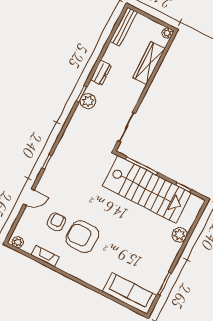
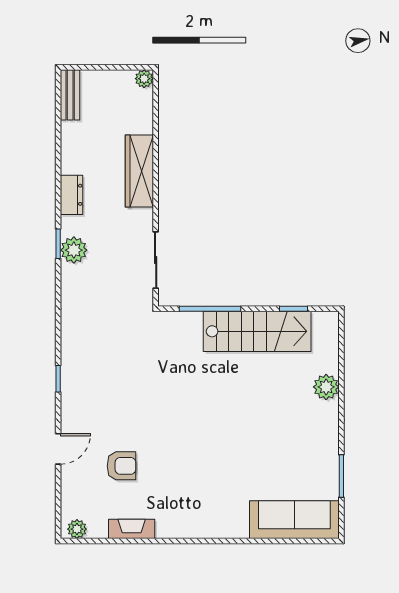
bench: (124, 27) -> (70, 95), width x0.73
wardrobe: (149, 63) -> (139, 171), moved
stairs: (147, 189) -> (257, 331), width x0.73, depth x0.66
armchair: (56, 222) -> (121, 466), turned 90
armchair: (82, 237) -> (174, 468), removed

